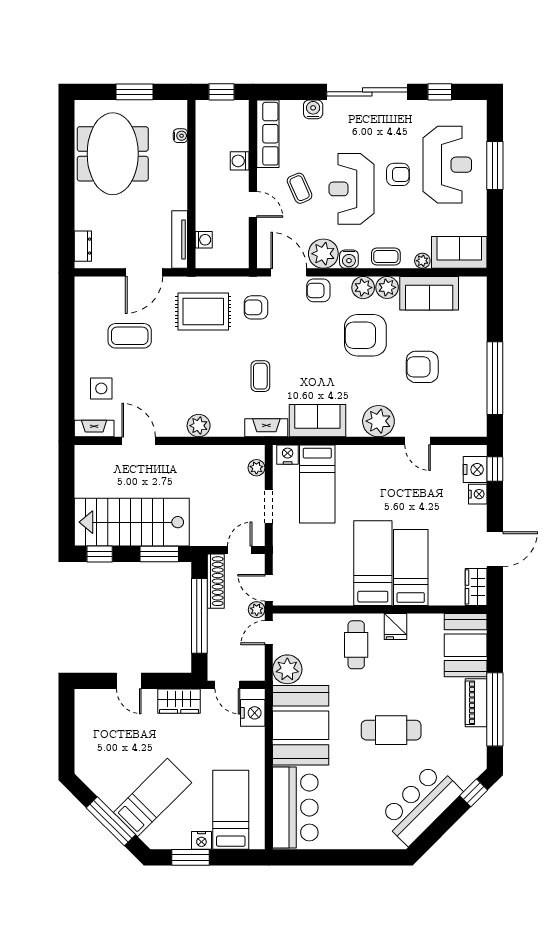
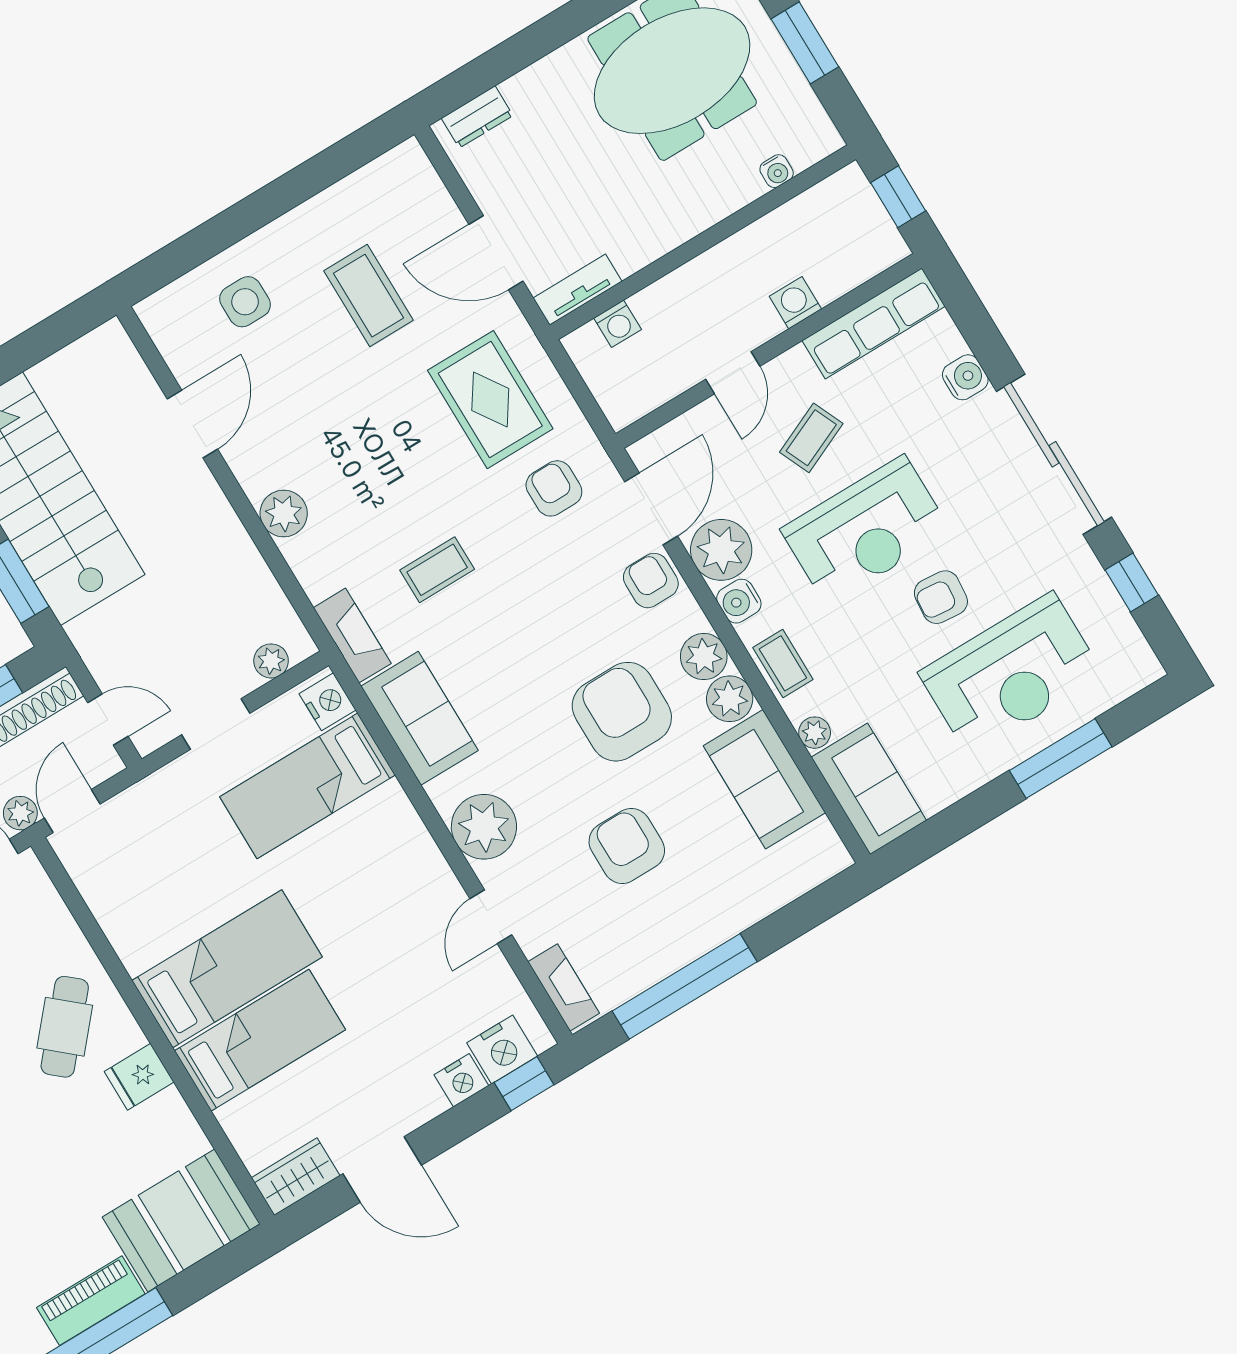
armchair: (398, 174) -> (941, 597), turned 95
reception desk: (351, 189) -> (866, 530), turned 180
tv unit: (180, 239) -> (577, 290), width x0.71
fireplace: (94, 429) -> (564, 988), moved
cafe table: (356, 645) -> (65, 1027), turned -49

